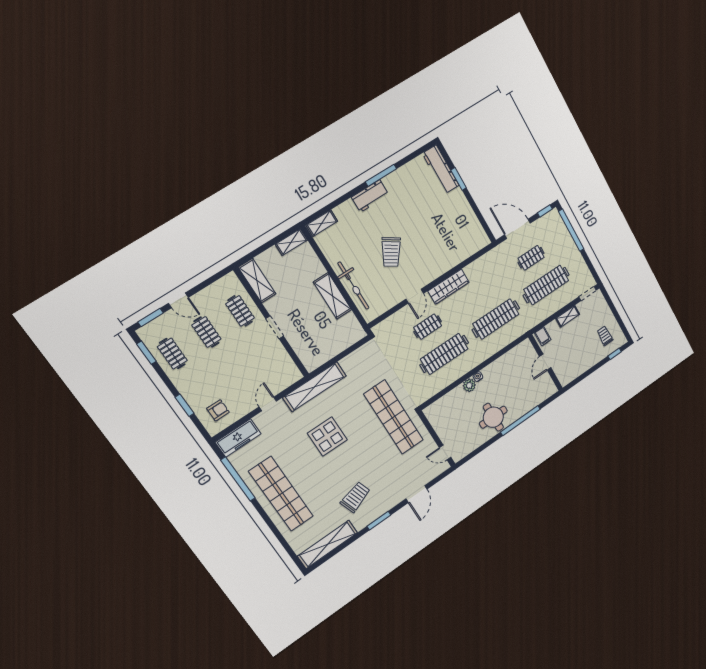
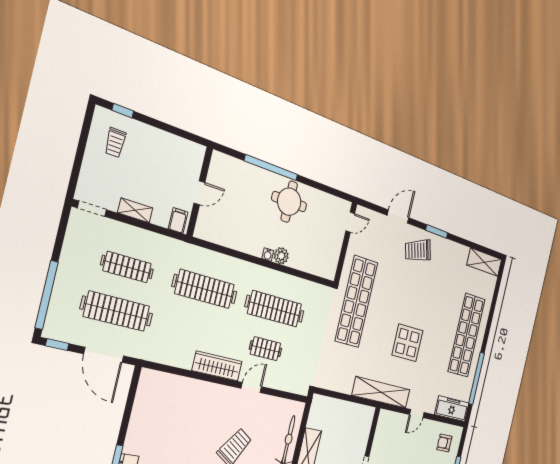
clothes rail: (531, 258) -> (117, 311), width x1.86, depth x1.31
clothes rail: (546, 285) -> (127, 267), width x0.73, depth x0.76
door: (445, 453) -> (350, 222), hinge flipped
trolley: (355, 497) -> (418, 250), moved
shelving: (328, 544) -> (484, 262), width x0.68

